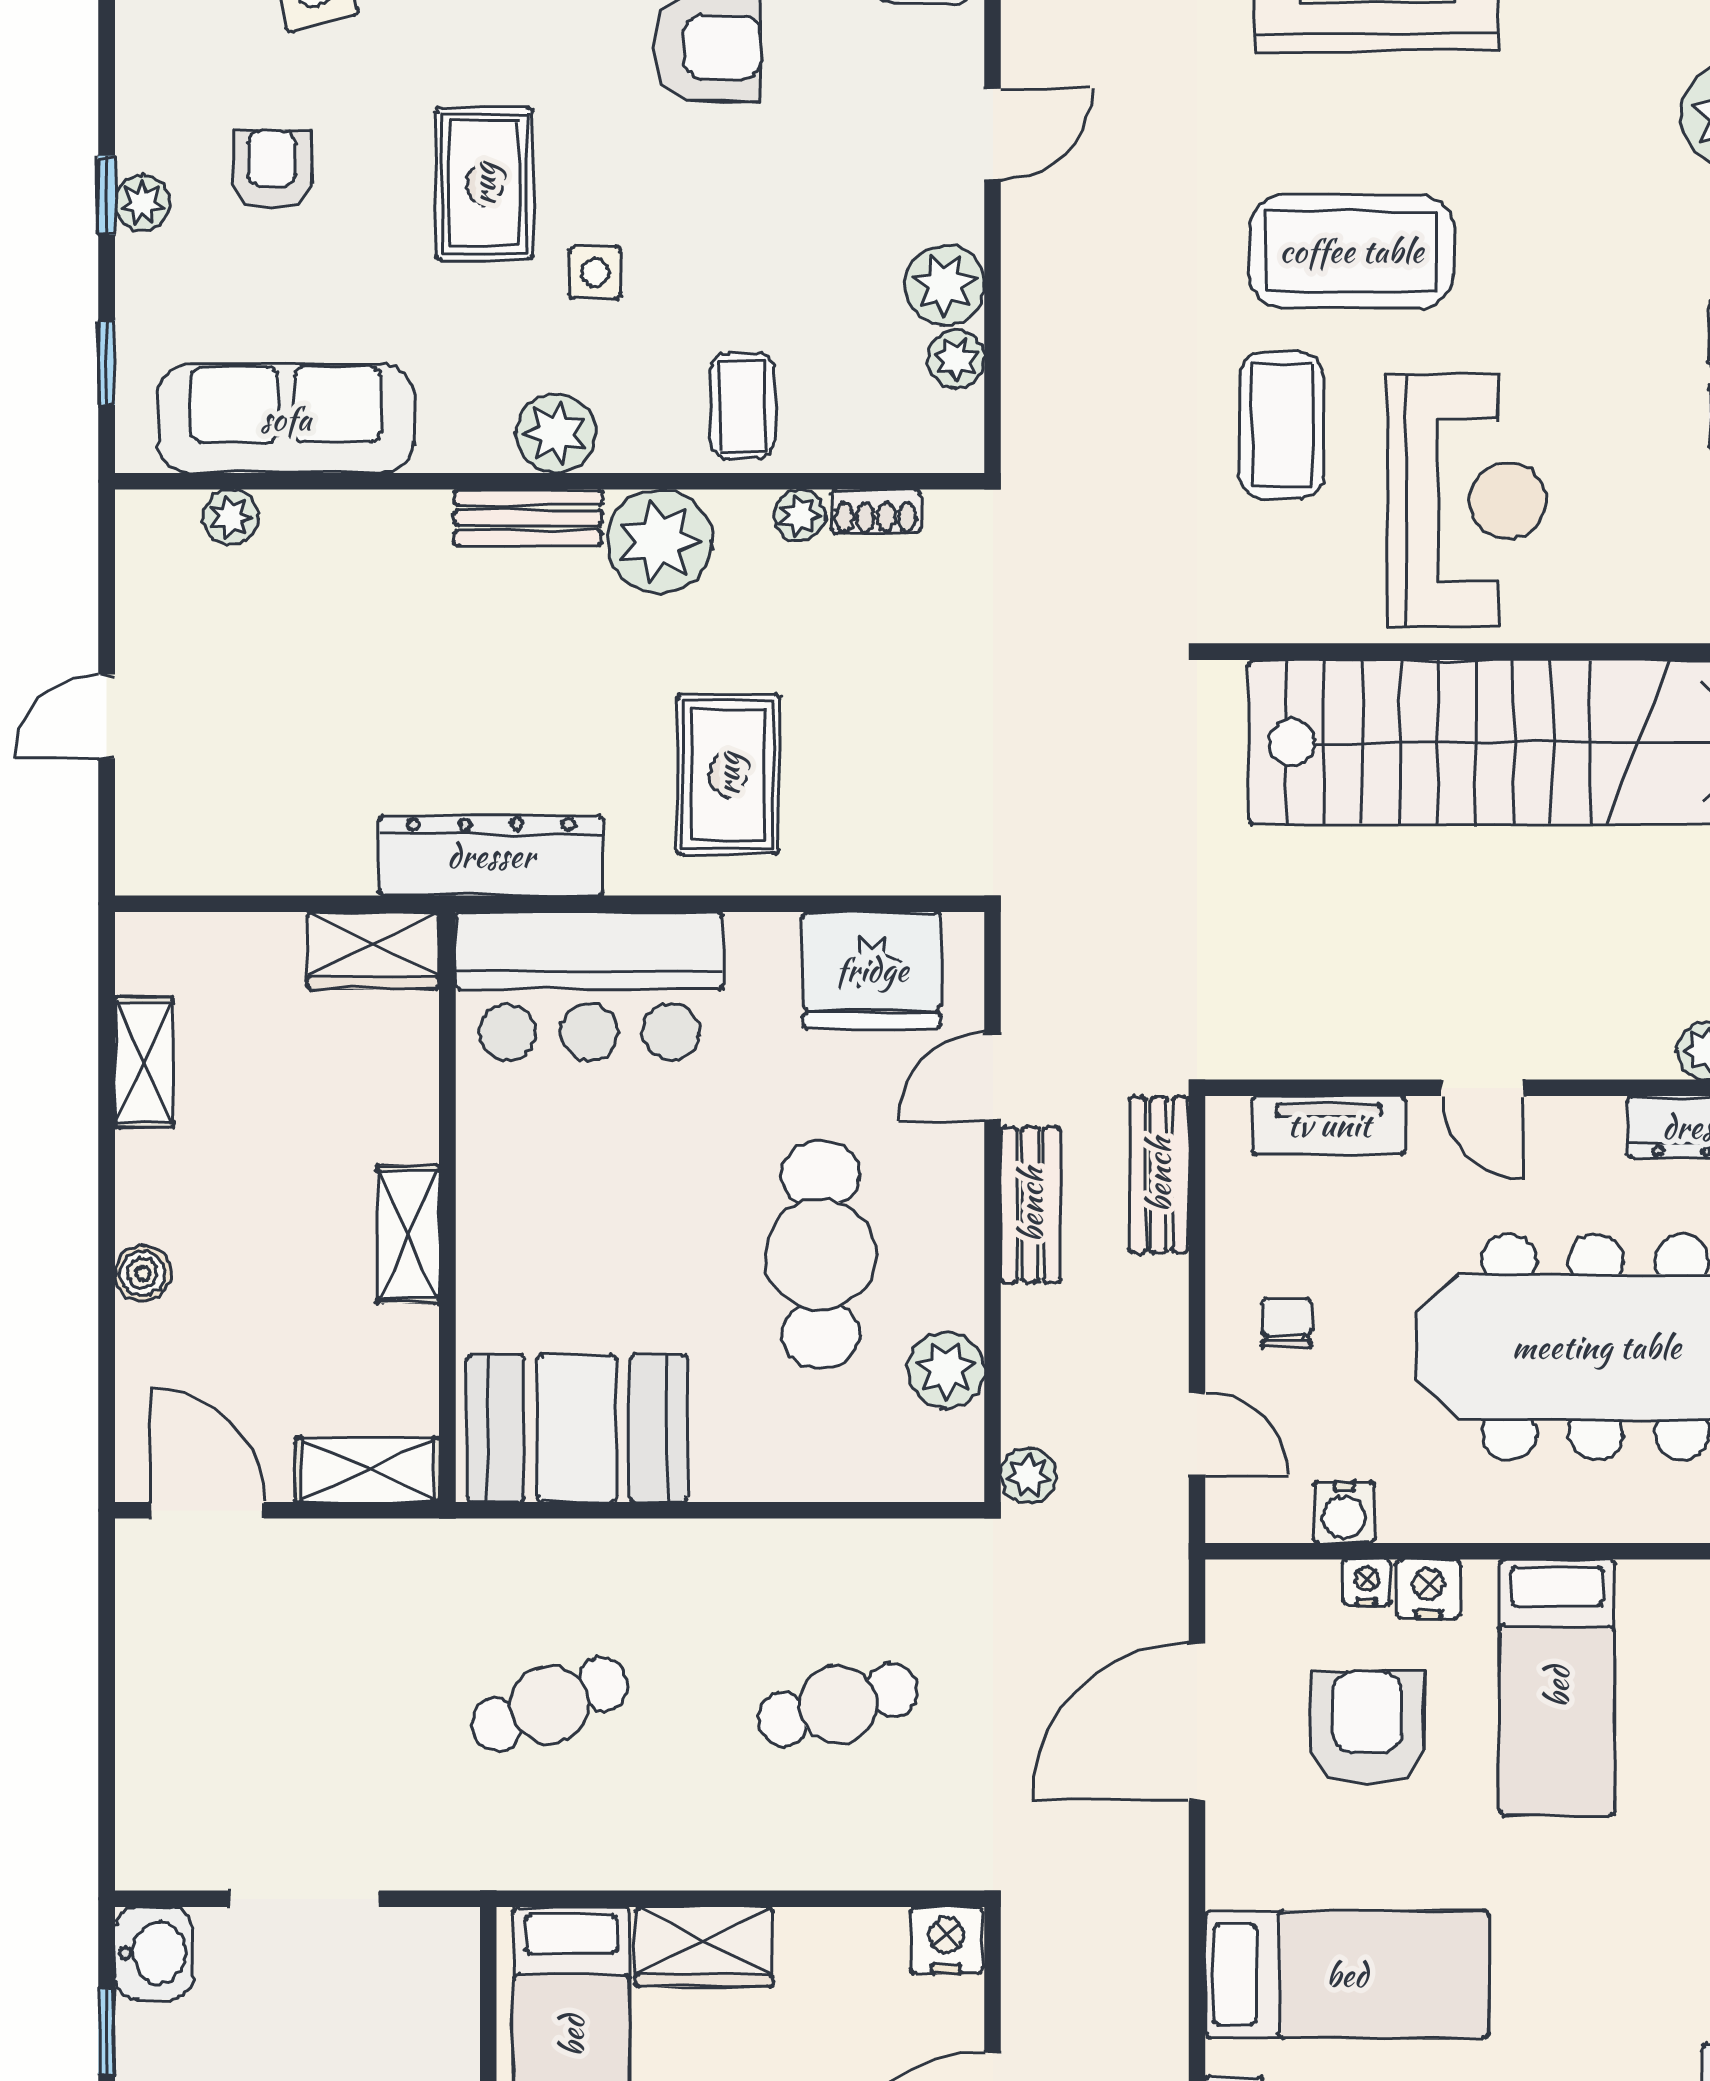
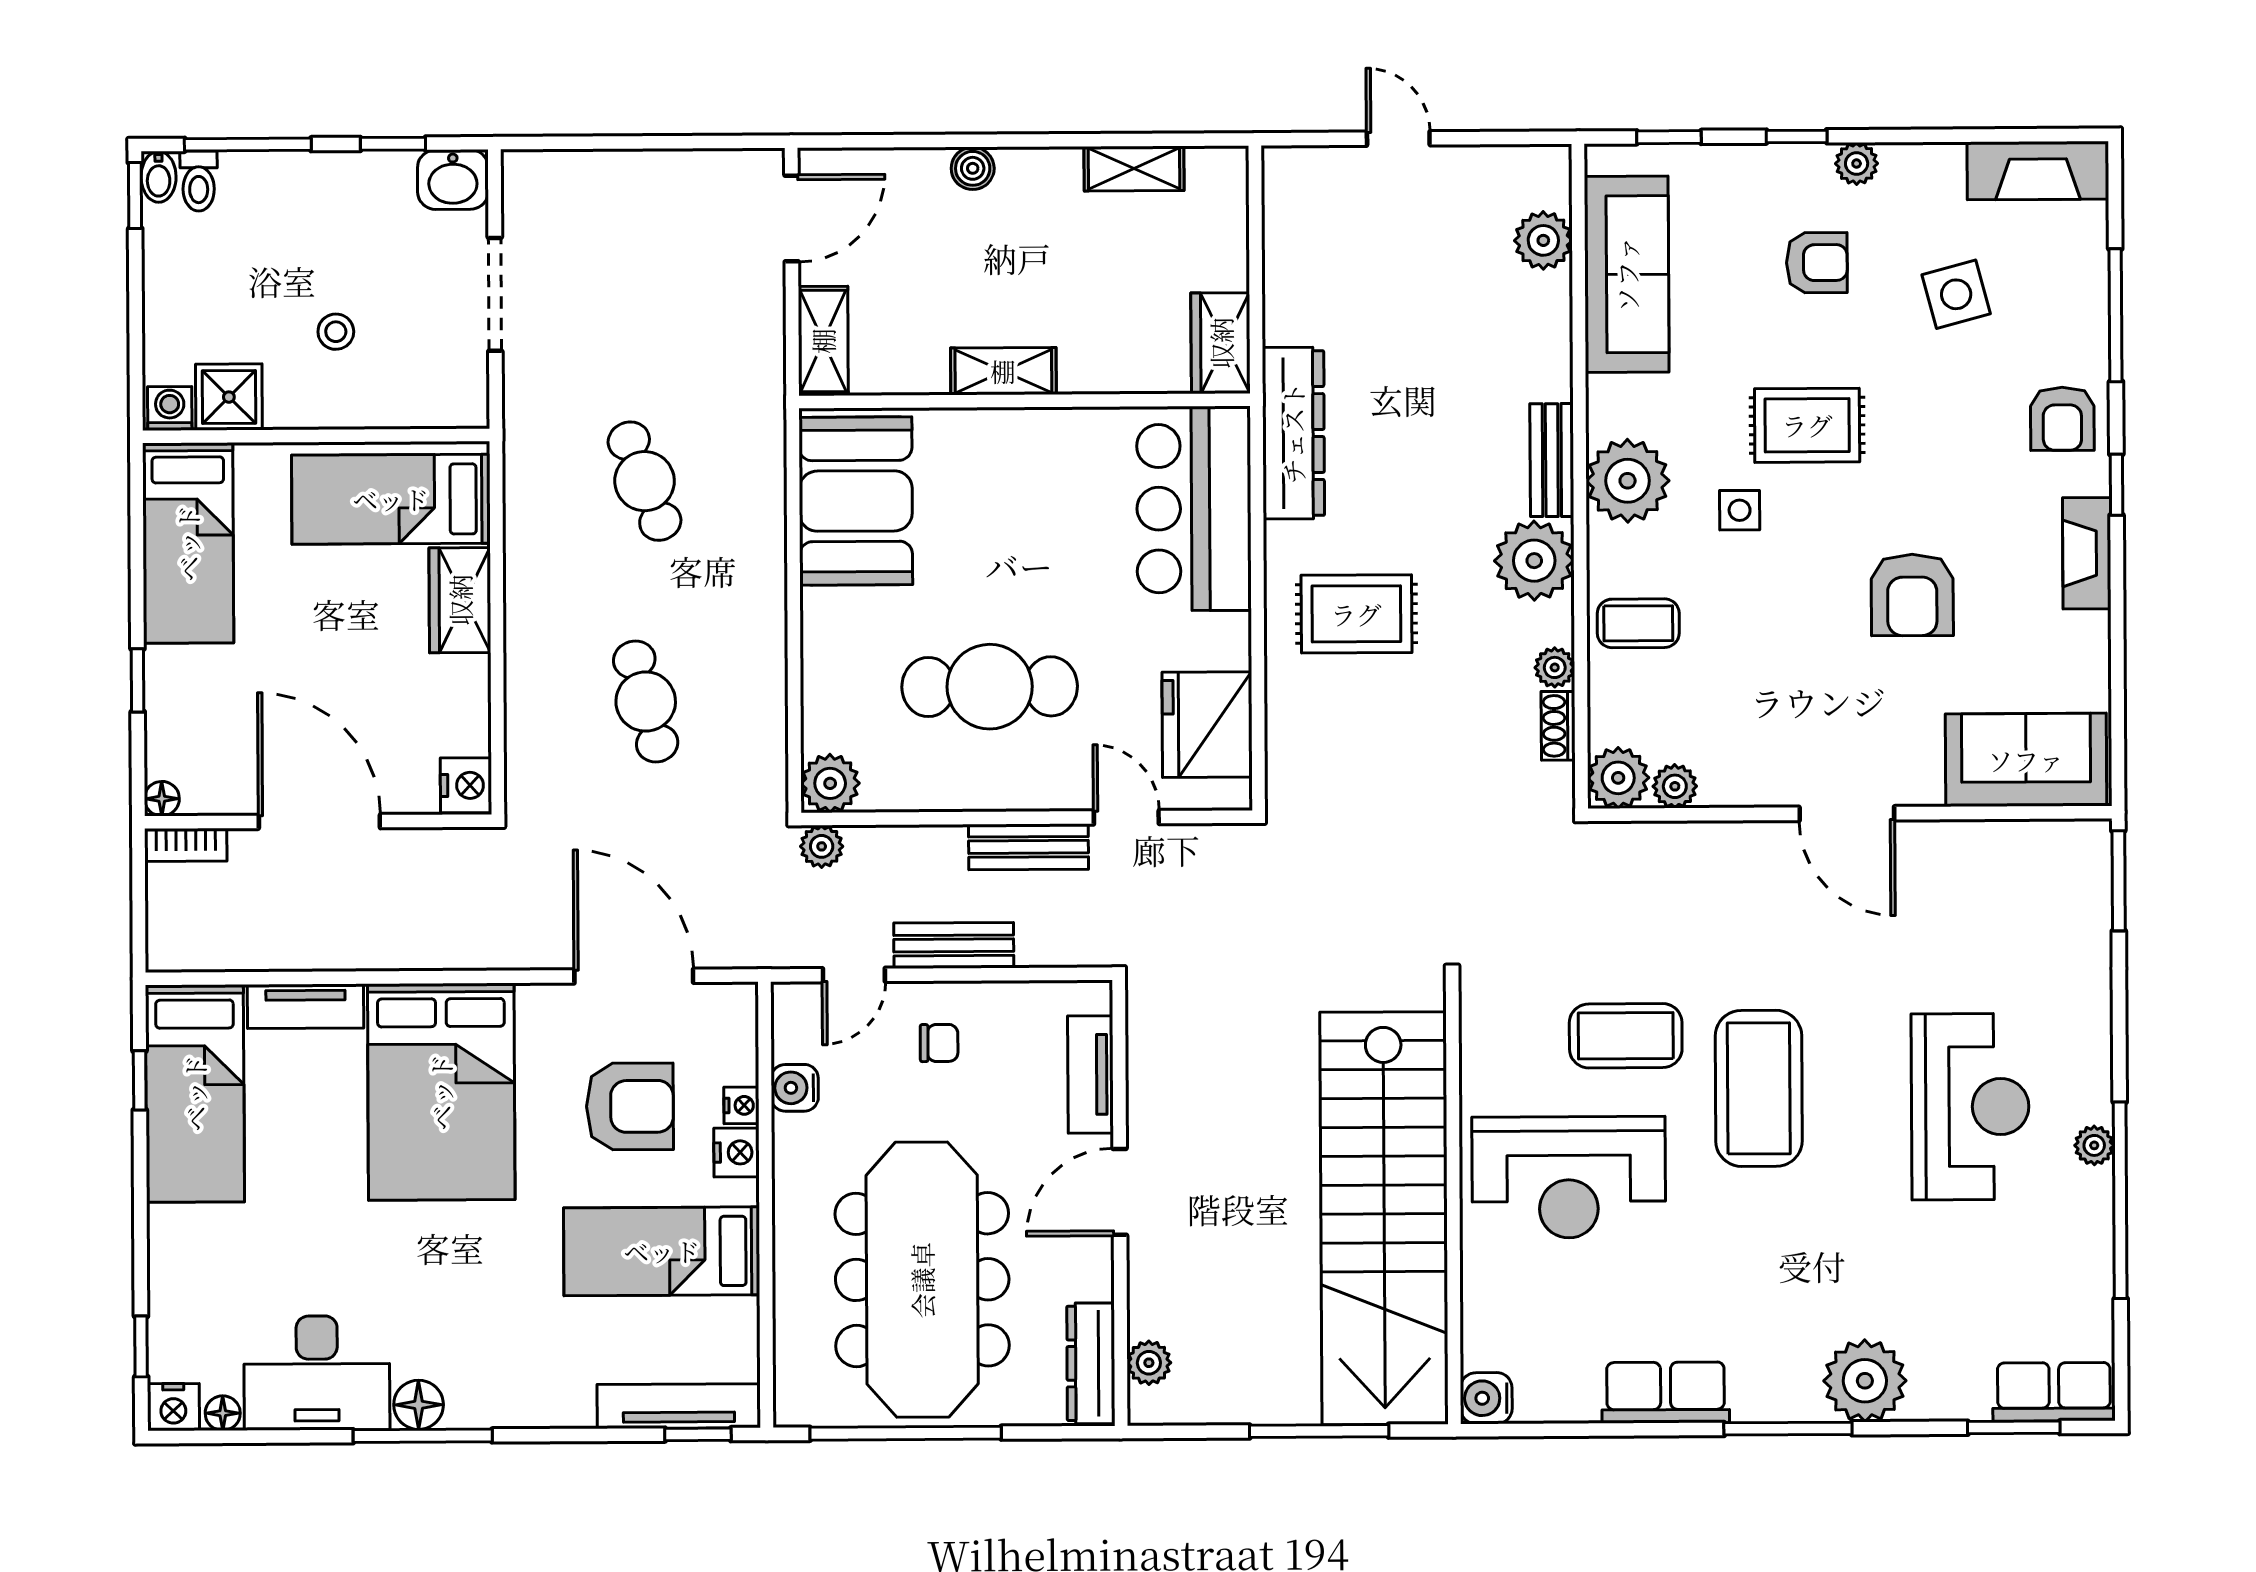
door: (993, 134) -> (1847, 814), width x1.38
plant: (142, 203) -> (1857, 164), moved
plant: (944, 285) -> (1618, 778), moved
plant: (556, 433) -> (1628, 481), width x1.36, depth x1.36
plant: (231, 517) -> (1543, 240), width x1.38, depth x1.38
door: (1482, 1088) -> (1120, 1192), width x1.37
bench: (1159, 1175) -> (954, 945), moved
plant: (946, 1370) -> (830, 783), moved
bed: (1347, 1975) -> (441, 1092), width x1.50

